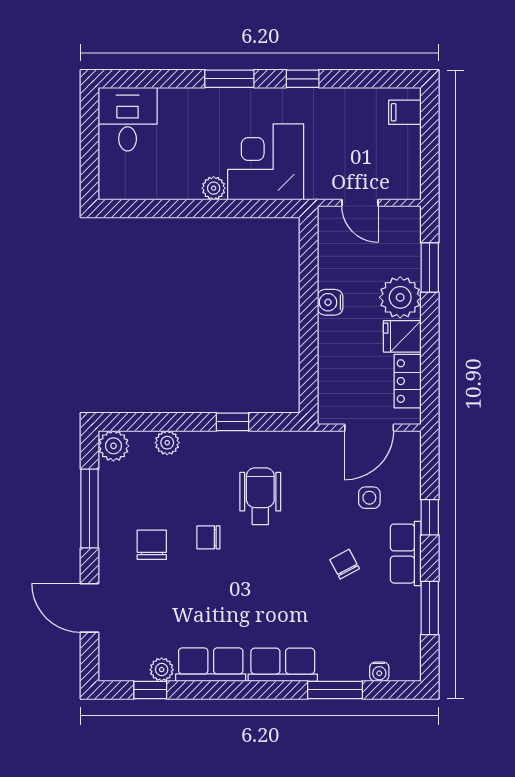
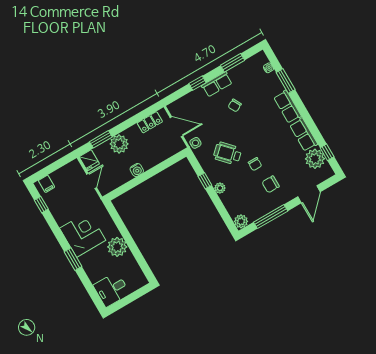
window: (303, 79) -> (41, 205), moved
corner desk: (266, 162) -> (83, 234), moved, turned 180
plant: (214, 188) -> (117, 247), width x1.87, depth x1.87
fridge: (402, 336) -> (89, 160), moved
plant: (167, 443) -> (220, 188), moved
wheelchair: (260, 496) -> (227, 153), turned 47
side table: (369, 498) -> (195, 143), moved
plant: (162, 670) -> (315, 159), width x1.87, depth x1.87

